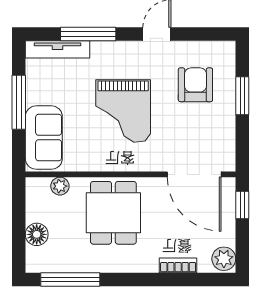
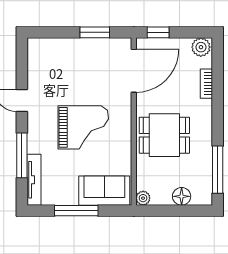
armchair: (195, 85) -> (62, 70), removed
window: (242, 96) -> (95, 32), moved
plant: (60, 186) -> (143, 198), moved

